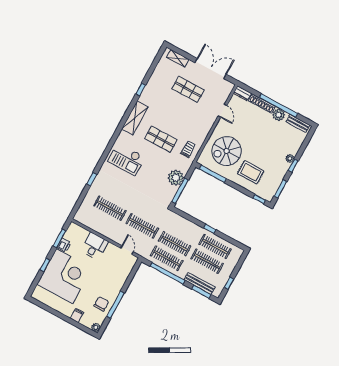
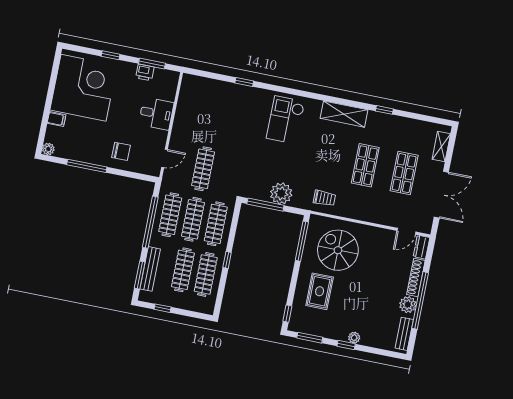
door: (222, 111) -> (406, 231), moved
shop shelf: (161, 139) -> (365, 165), moved
clothes rail: (110, 208) -> (216, 224), moved
corner desk: (64, 276) -> (83, 88), moved, turned -90
chair: (101, 304) -> (121, 151), moved

